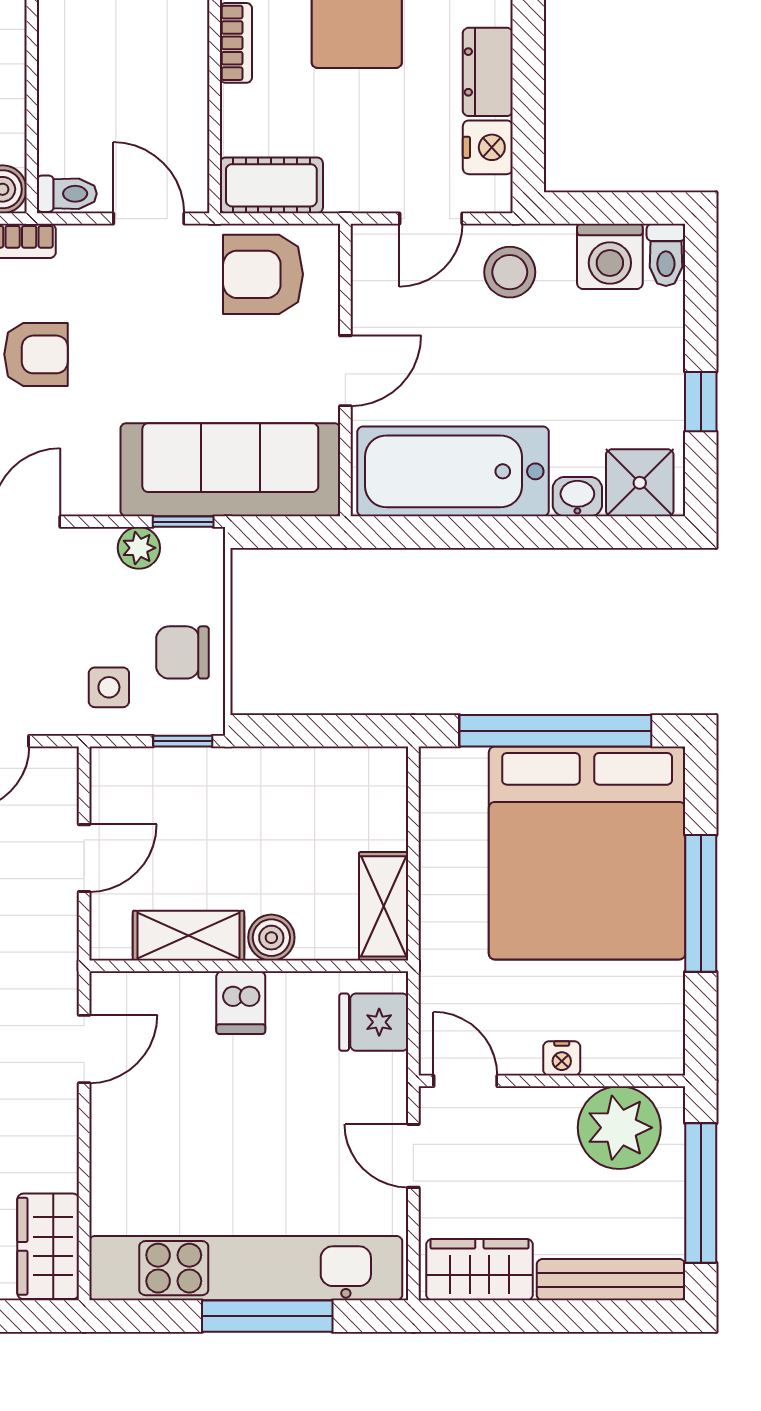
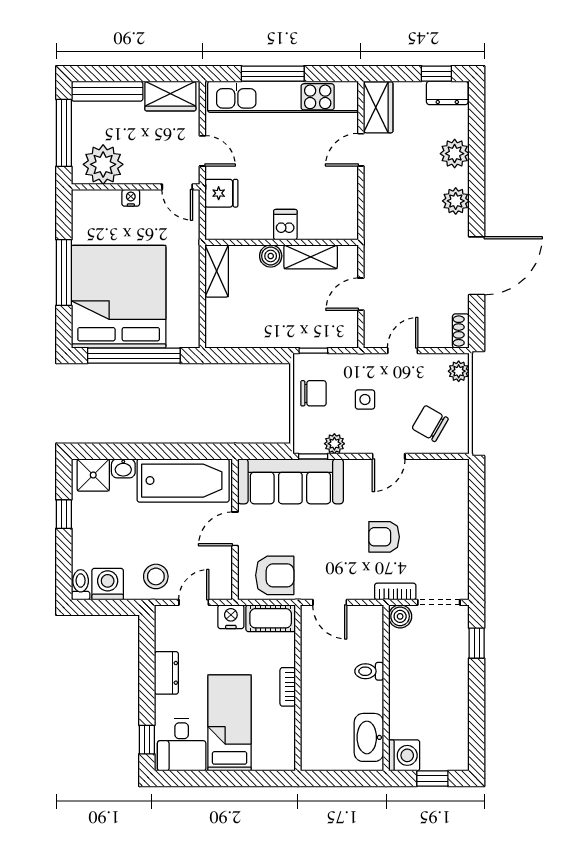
nightstand: (488, 147) -> (231, 617), moved, turned 90
toilet: (67, 194) -> (369, 671), moved
side table: (109, 687) -> (365, 399), moved
fridge: (374, 1022) -> (221, 193), moved
door: (84, 1049) -> (361, 150), moved

